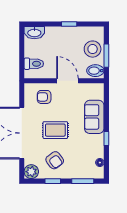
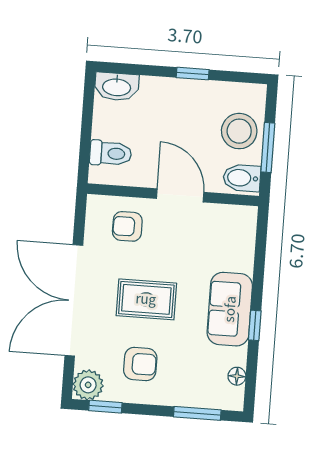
sofa: (94, 117) -> (230, 309), moved
armchair: (55, 160) -> (140, 364), turned -53
window: (53, 181) -> (105, 407), moved

